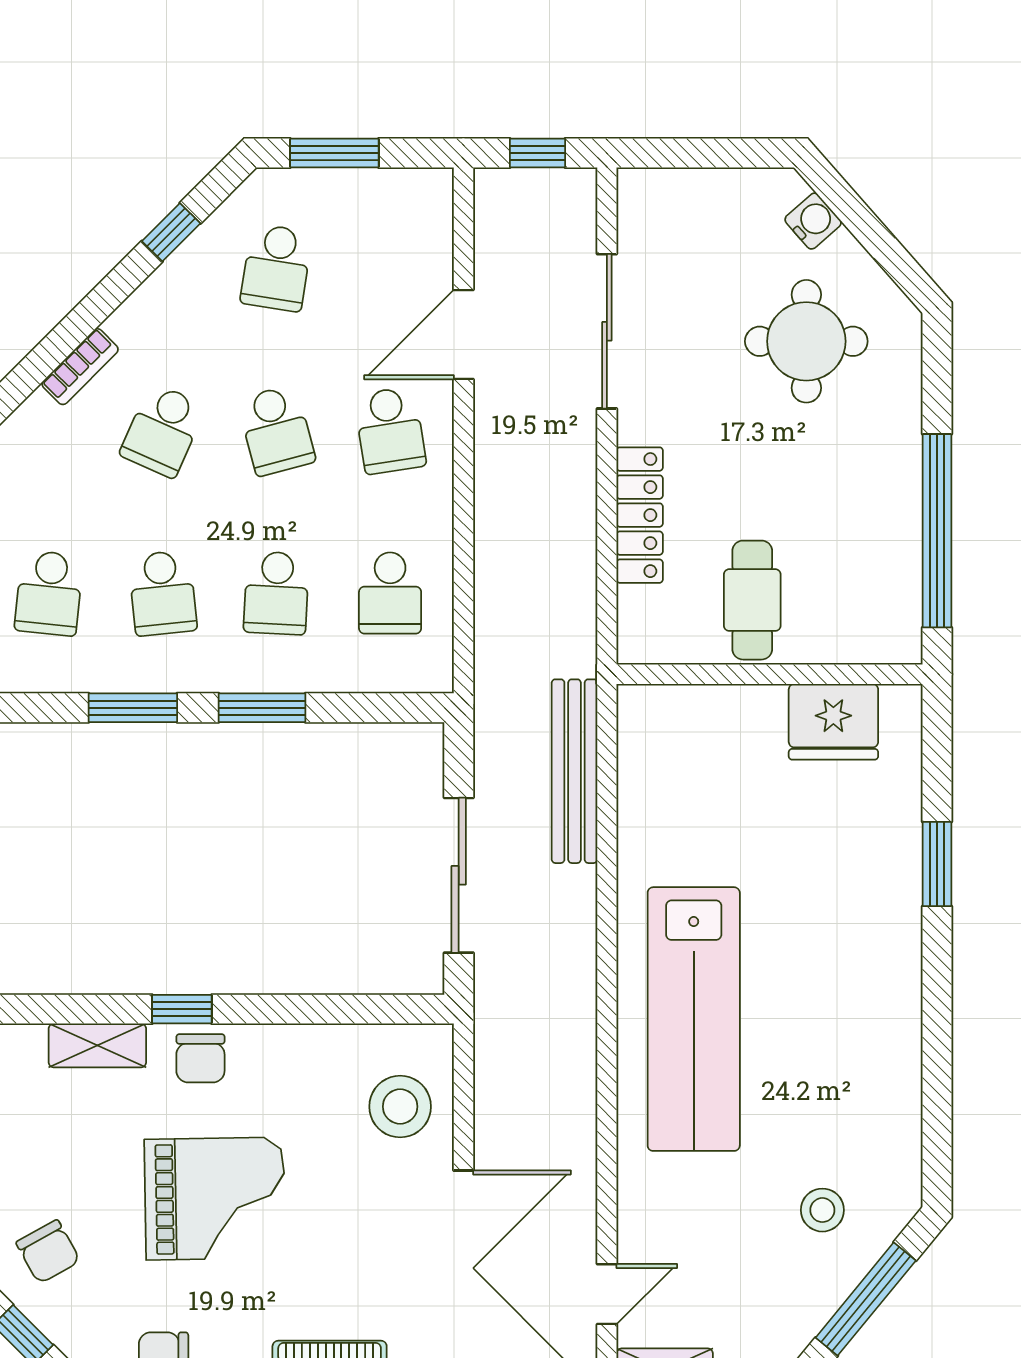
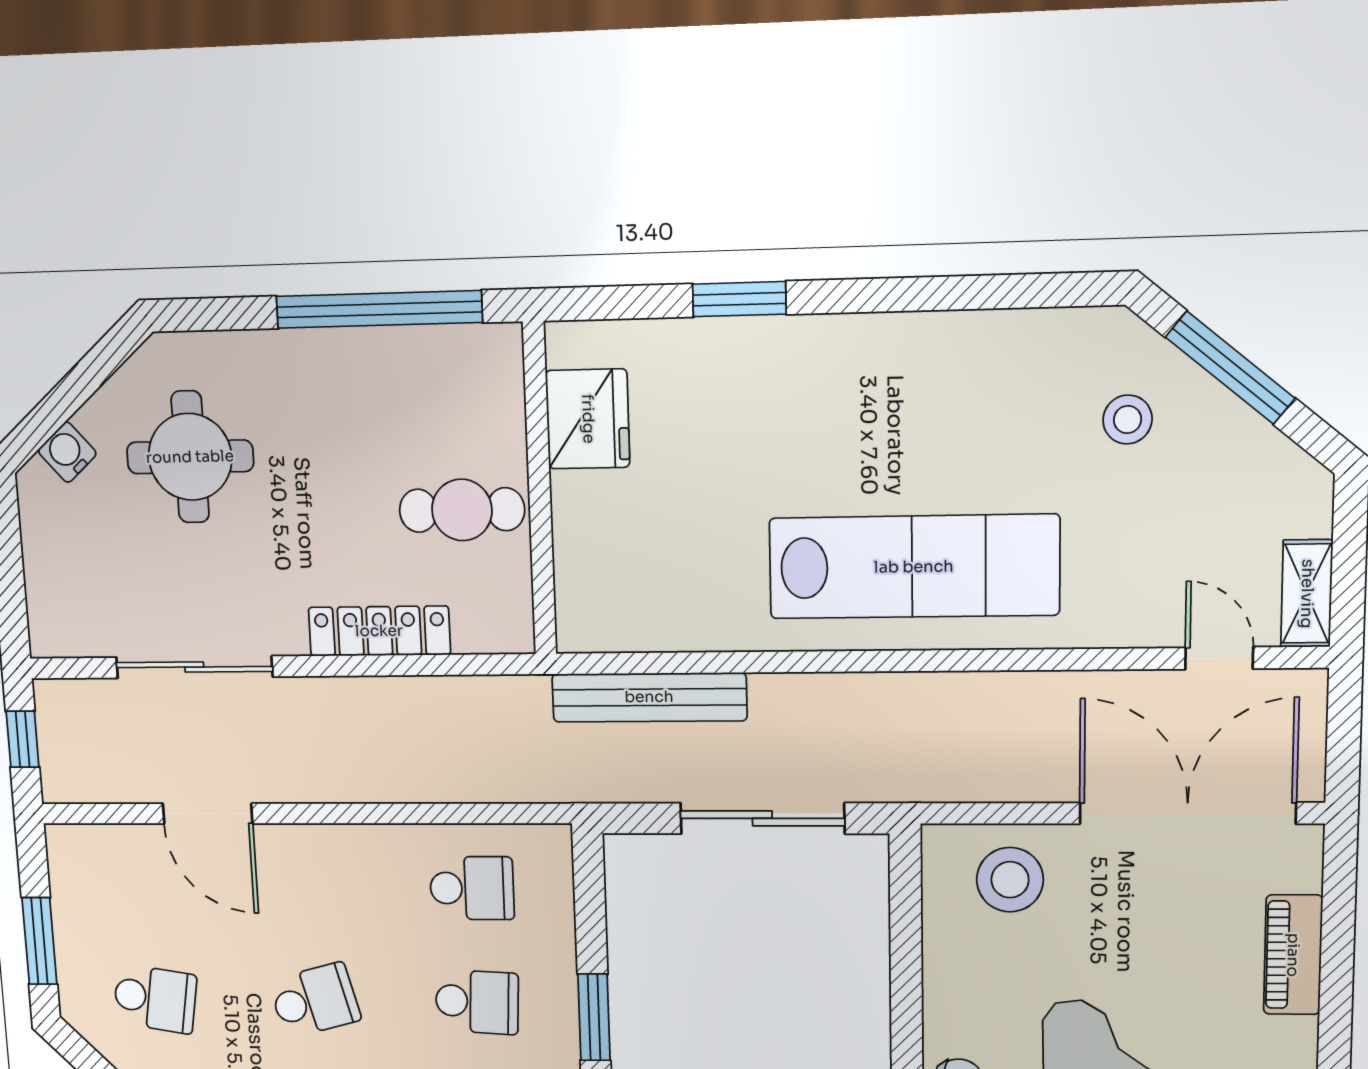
school desk: (390, 430) -> (308, 888), removed

